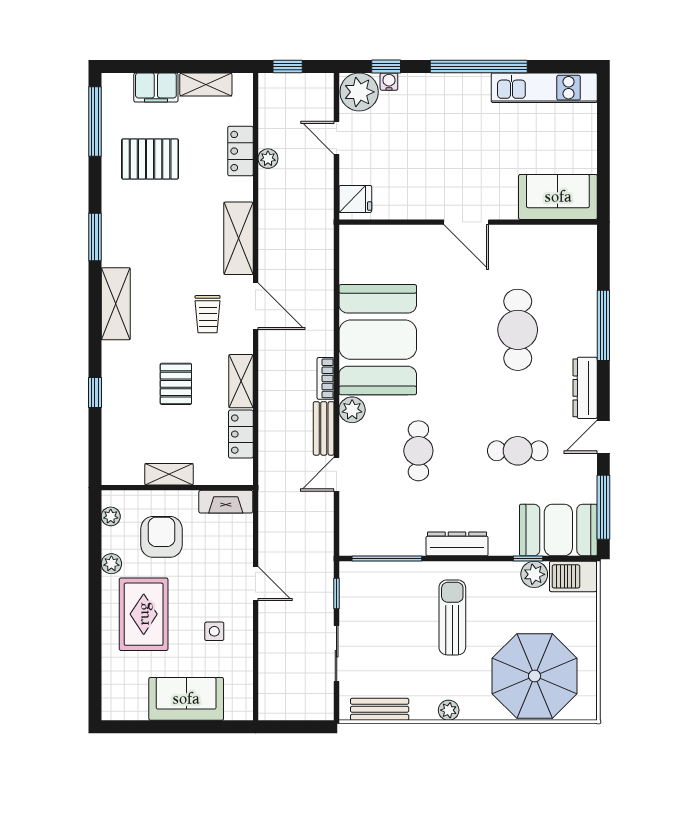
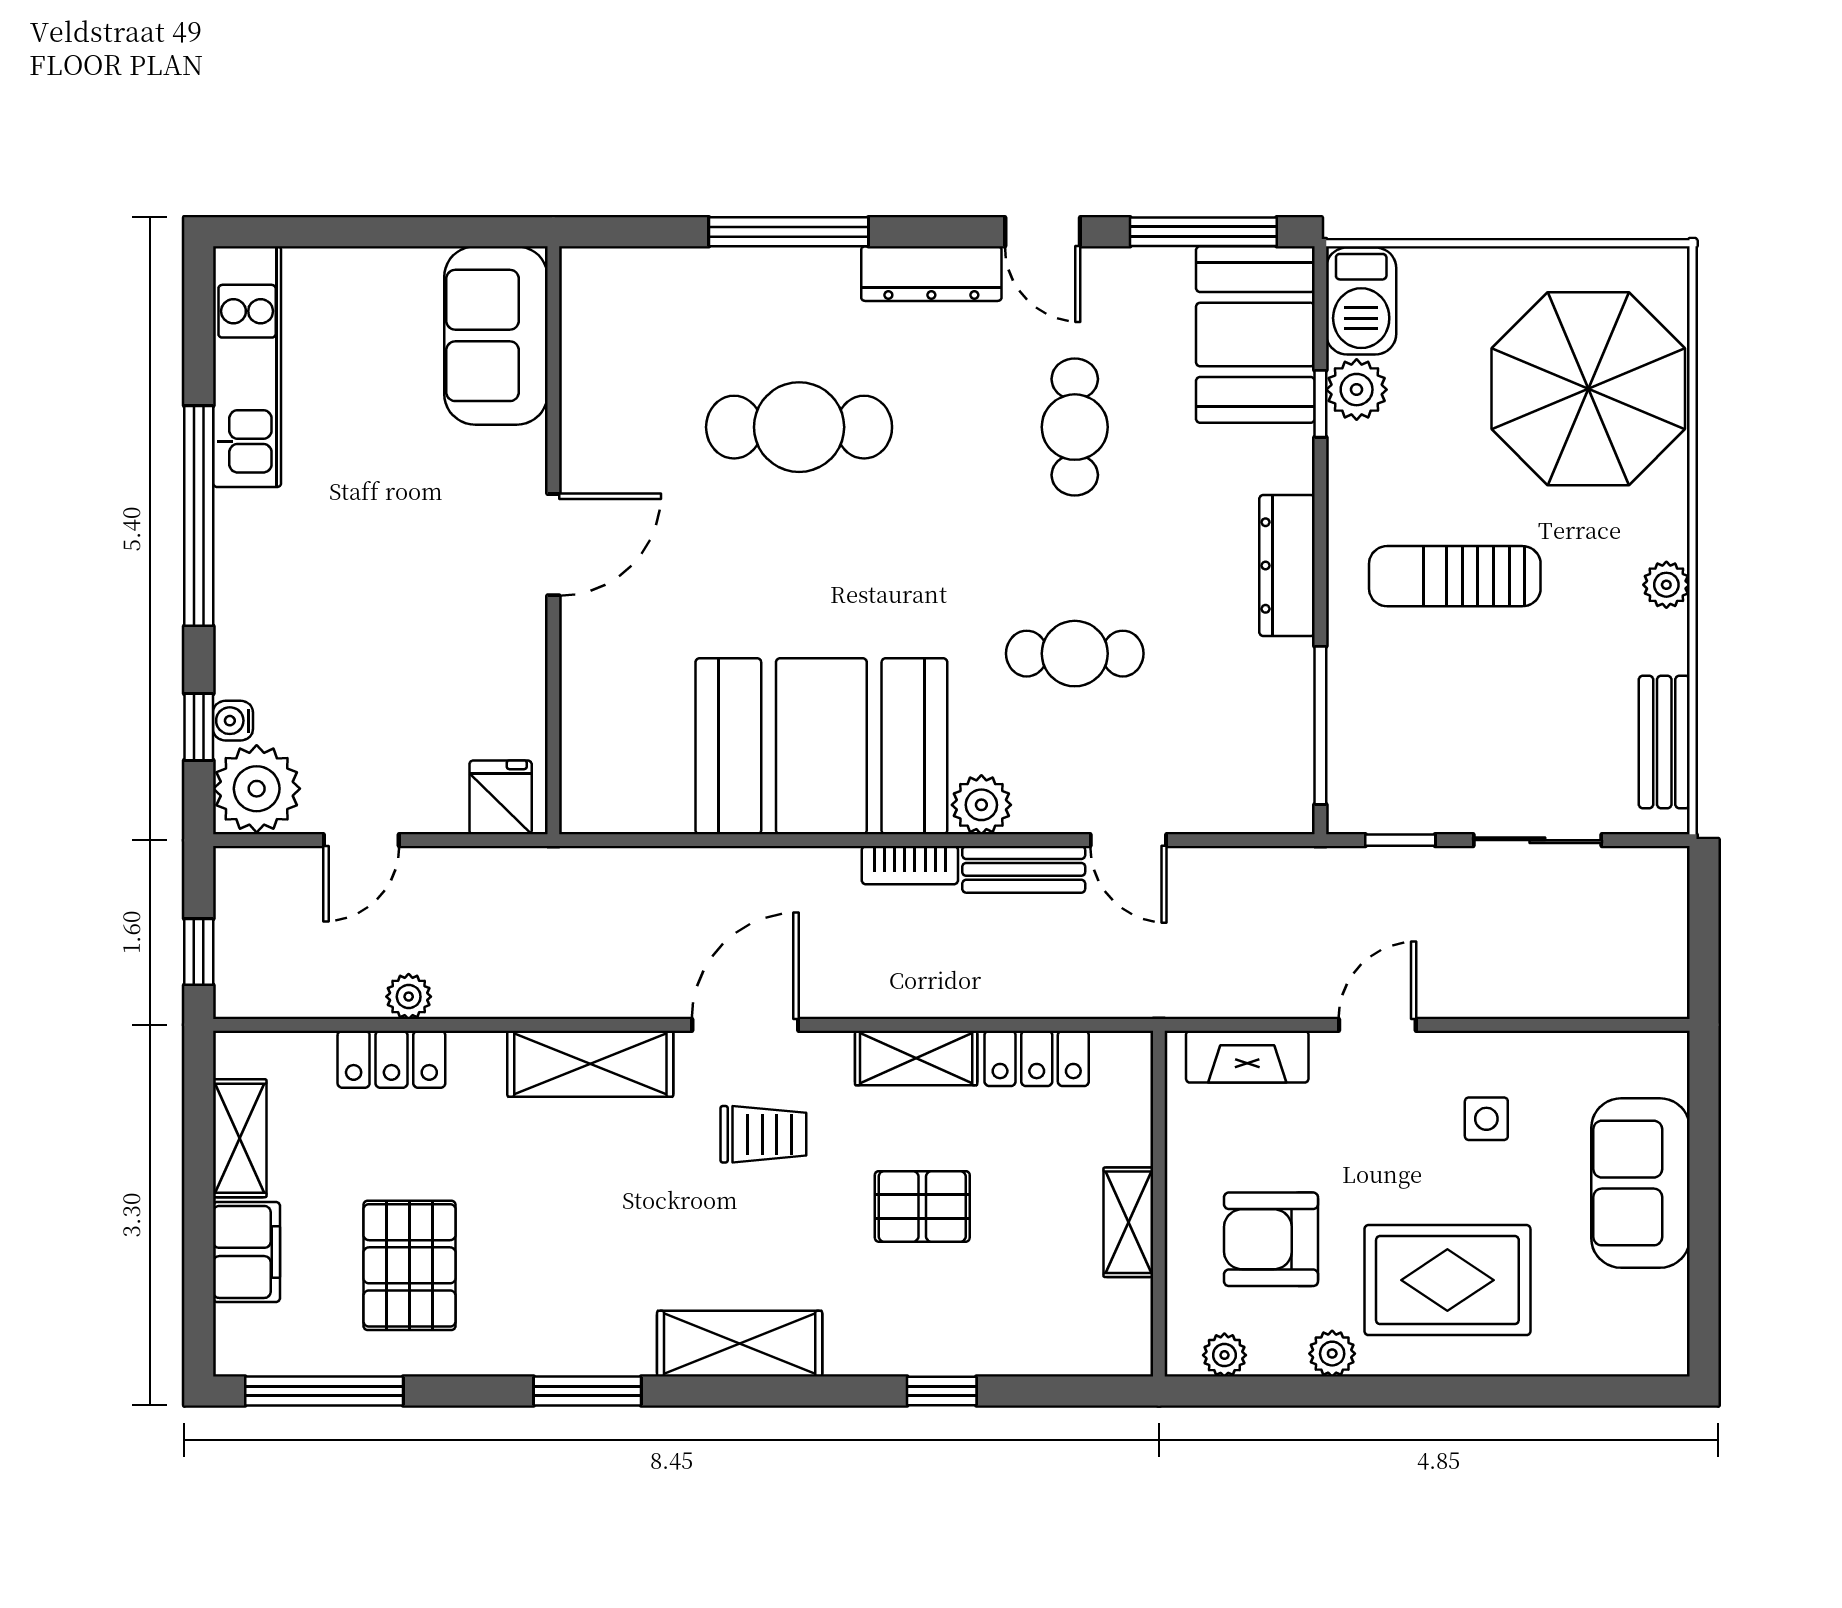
fireplace: (226, 502) -> (1247, 1057), moved, turned 90

